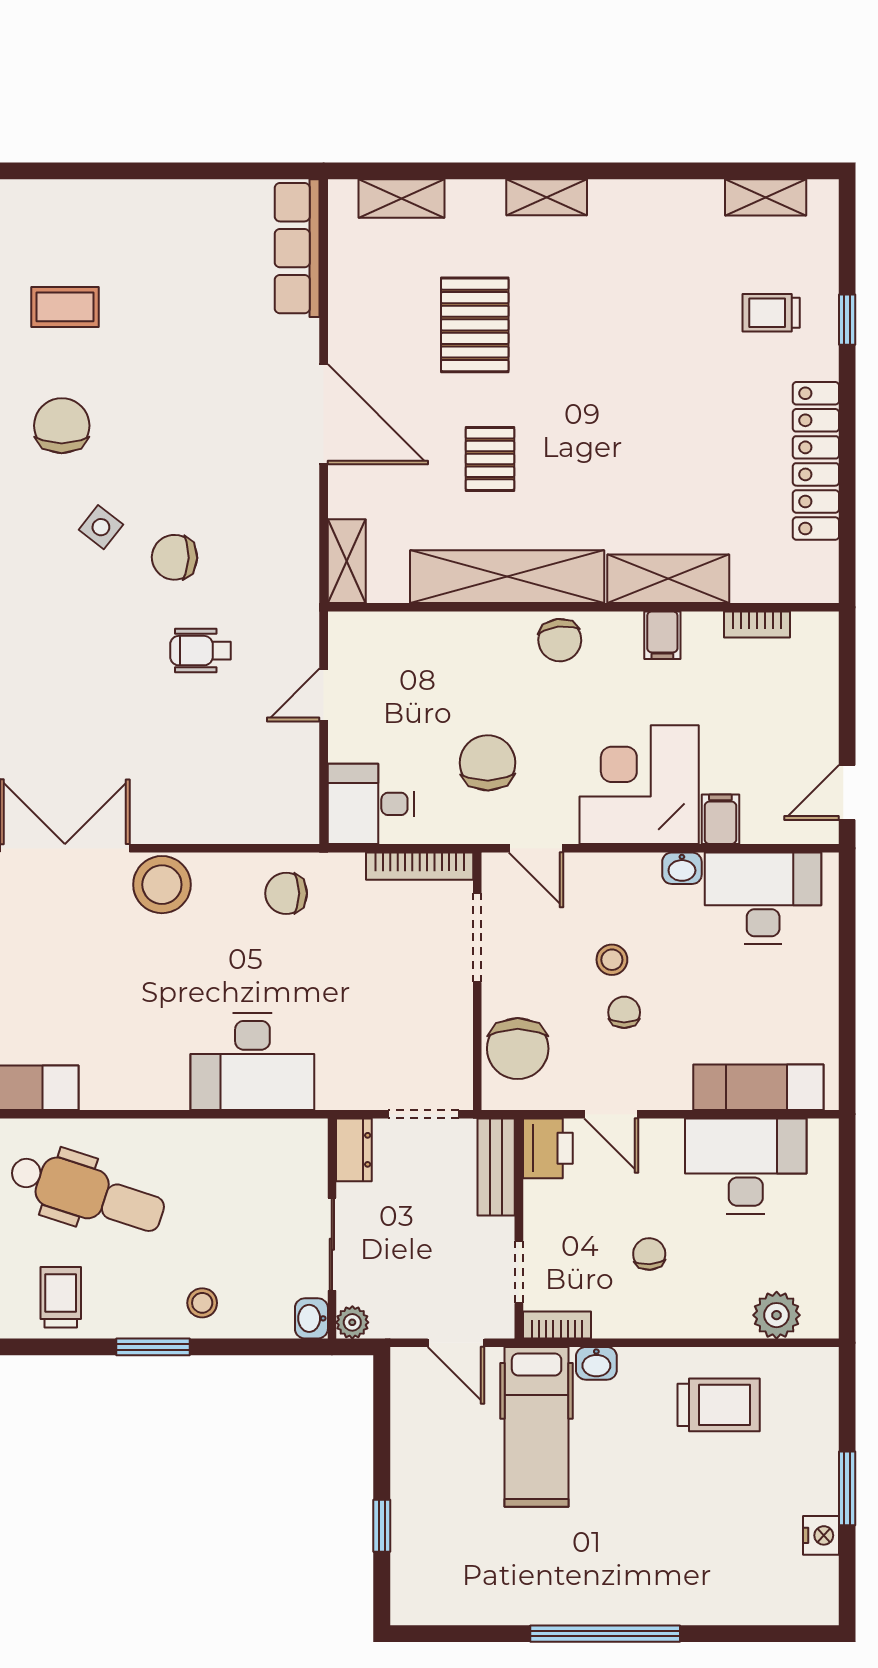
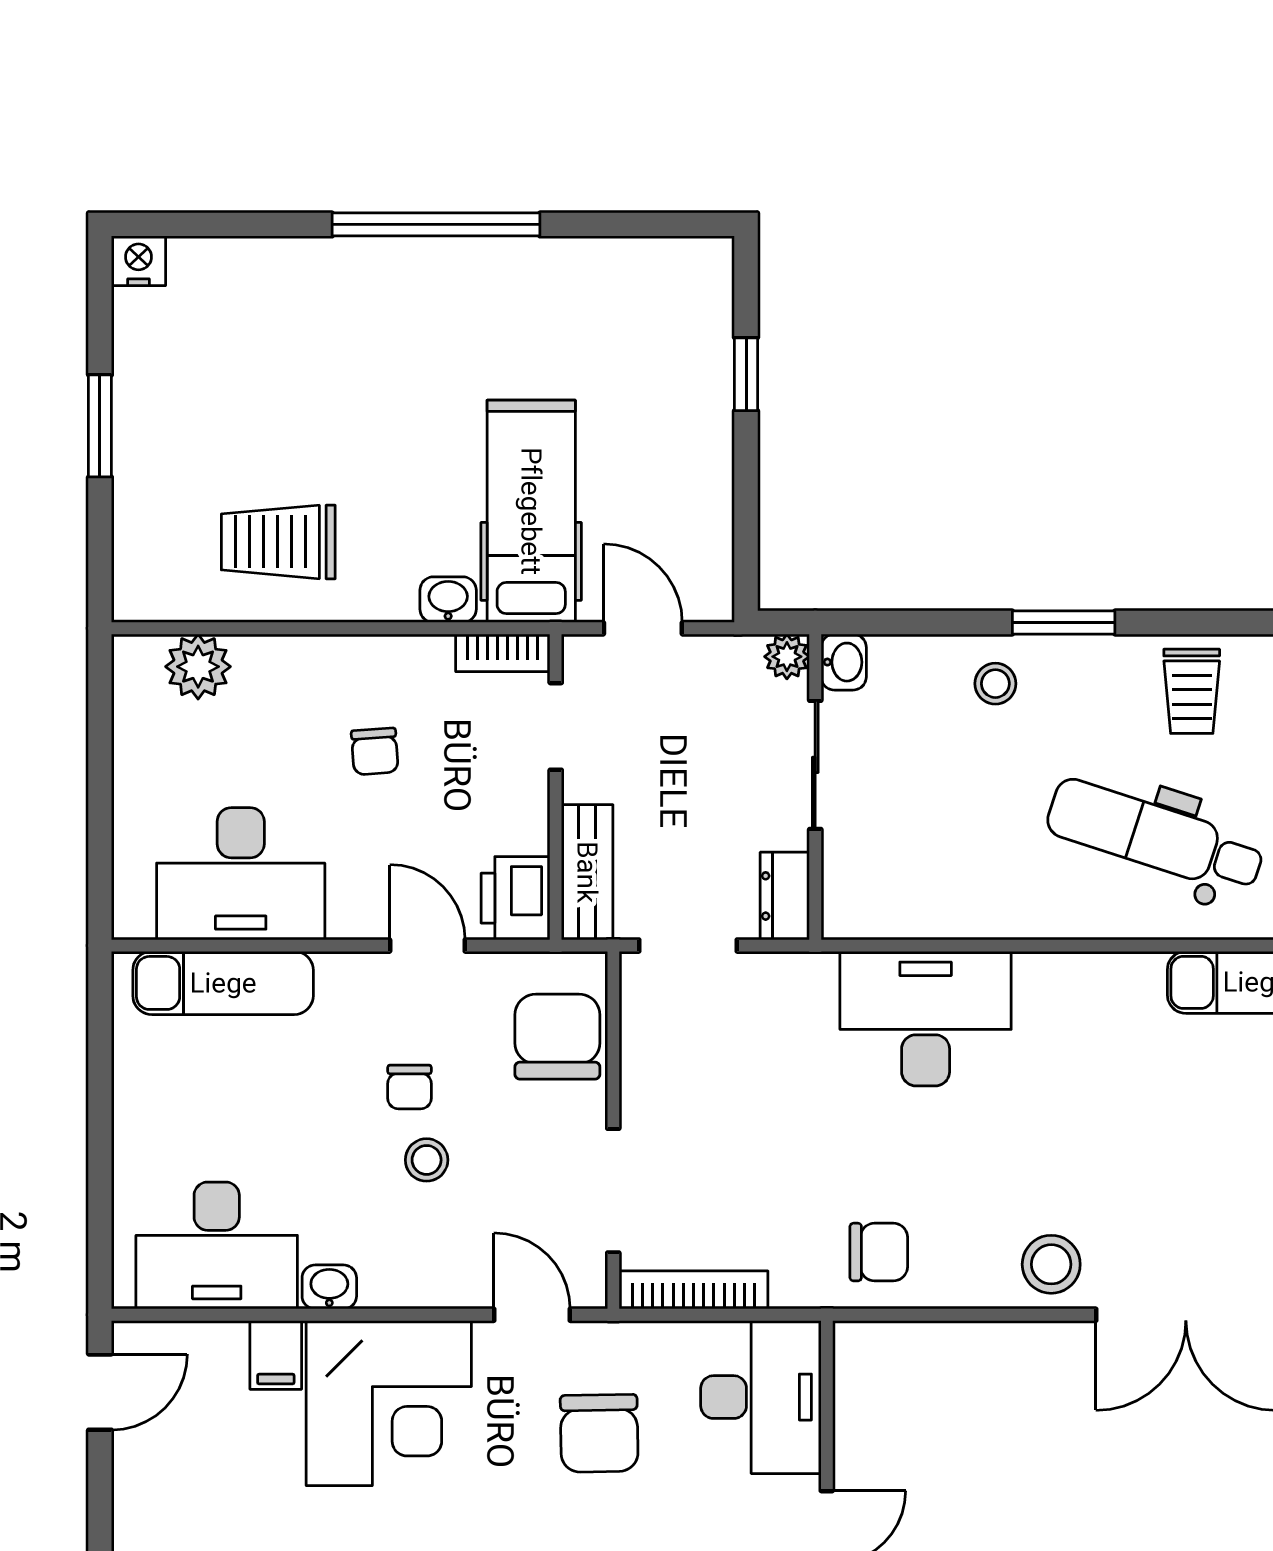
desk: (371, 804) -> (761, 1397), width x1.37
stool: (162, 885) -> (1051, 1264), width x0.73, depth x0.73
nightstand: (821, 1535) -> (138, 261), moved, turned 90

